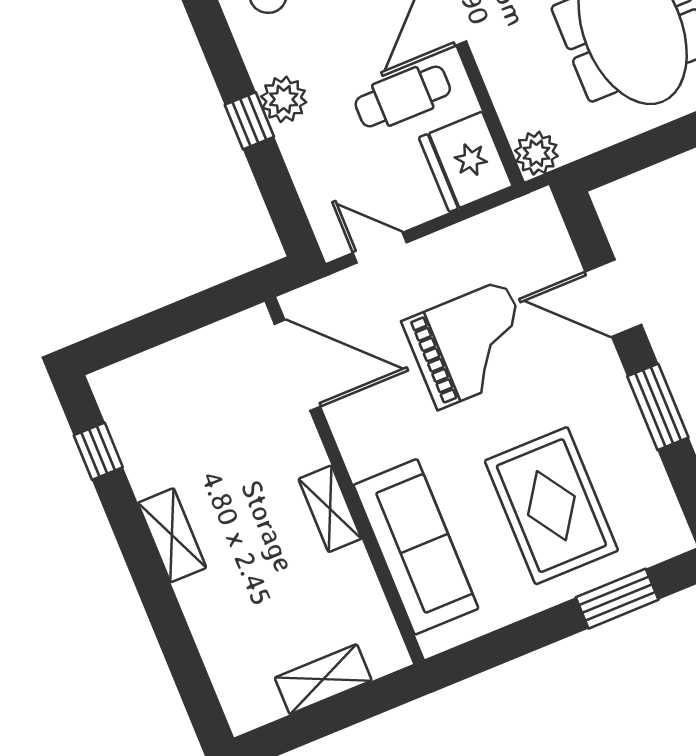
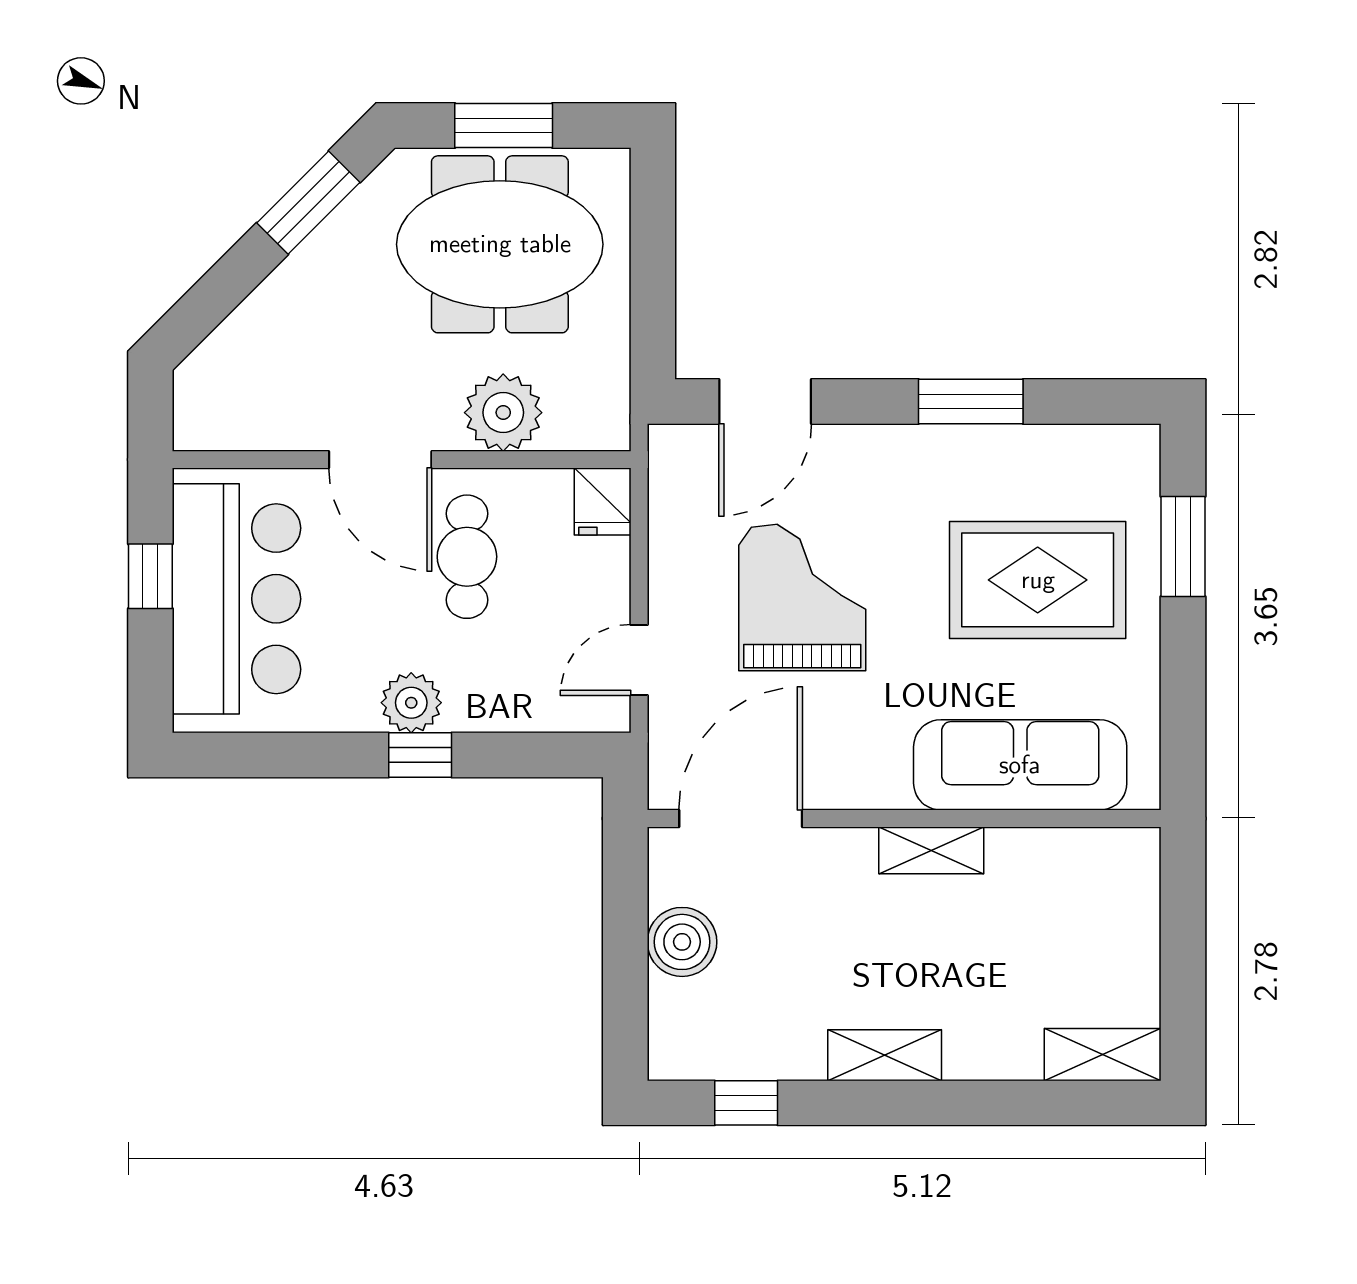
plant: (536, 153) -> (503, 413), moved, width x1.36, depth x1.36
fridge: (466, 162) -> (603, 501), width x0.53, depth x0.75
door: (613, 298) -> (765, 402), moved
boiler: (193, 360) -> (682, 942), added
shelving: (323, 679) -> (1103, 1055), moved, turned 90

